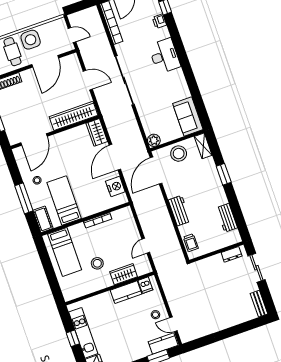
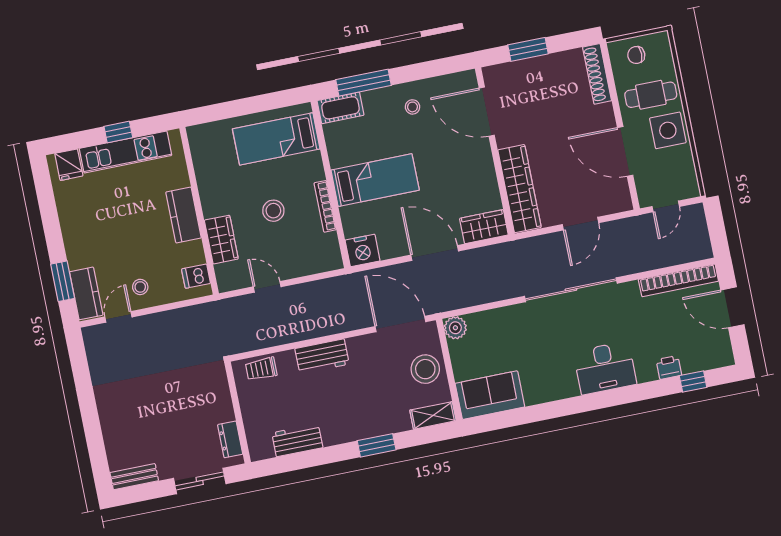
nightstand: (115, 187) -> (363, 250), moved
window: (24, 198) -> (364, 83), moved
bed: (64, 201) -> (375, 180), moved
stool: (97, 263) -> (273, 211), moved
kitchen counter: (126, 292) -> (183, 215), moved

